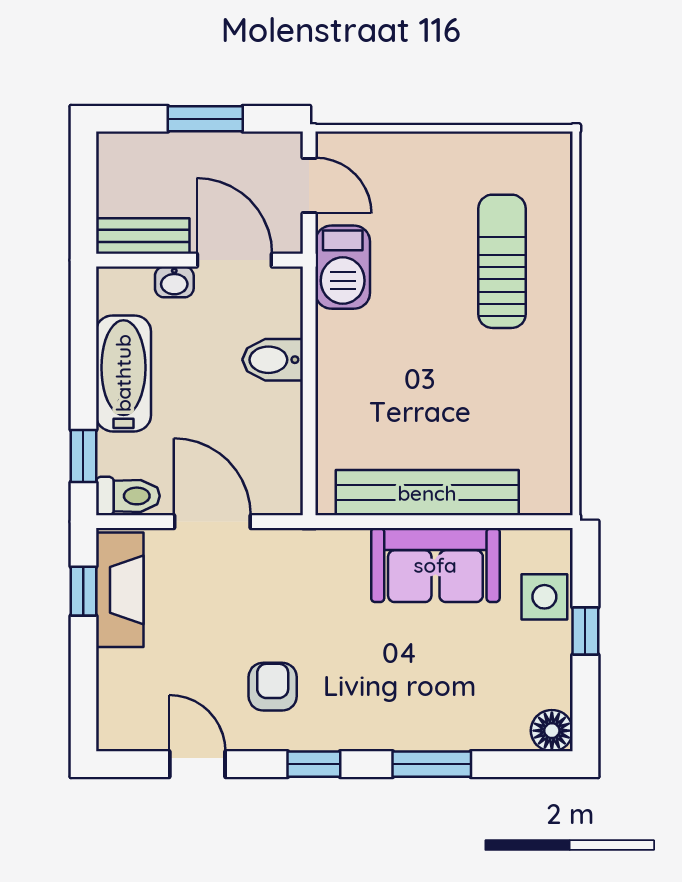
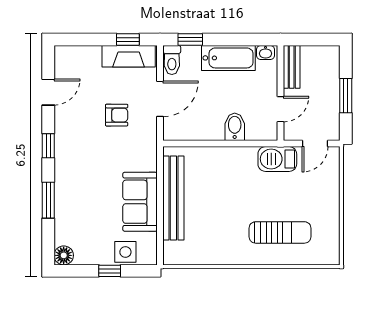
door: (234, 260) -> (281, 109), width x0.73
washbasin: (174, 282) -> (265, 53), moved, turned -90
armchair: (273, 687) -> (117, 115), moved

